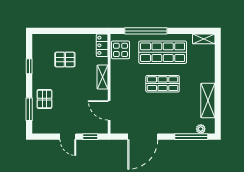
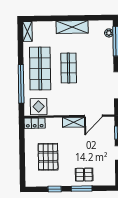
pallet: (65, 59) -> (48, 157), width x1.50, depth x1.42
shelving: (103, 77) -> (74, 122), moved
shelving: (208, 101) -> (72, 27), moved
window: (29, 109) -> (82, 189), moved

